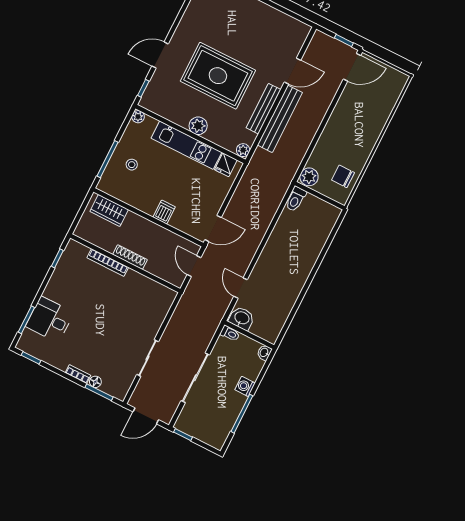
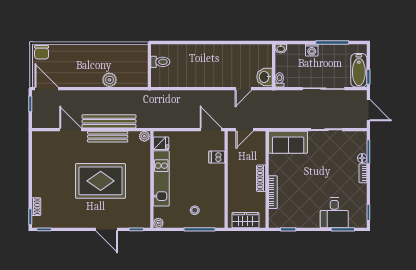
rug: (218, 76) -> (101, 181), turned 90
plant: (198, 126) -> (143, 177), removed
chair: (343, 176) -> (42, 52), moved
plant: (309, 177) -> (109, 80), moved
toilet: (296, 199) -> (160, 62), moved
wardrobe: (109, 210) -> (245, 220), moved, turned -90
dishwasher: (164, 212) -> (217, 157), moved
sofa: (155, 308) -> (288, 142), added
bathtub: (196, 428) -> (359, 70), added

